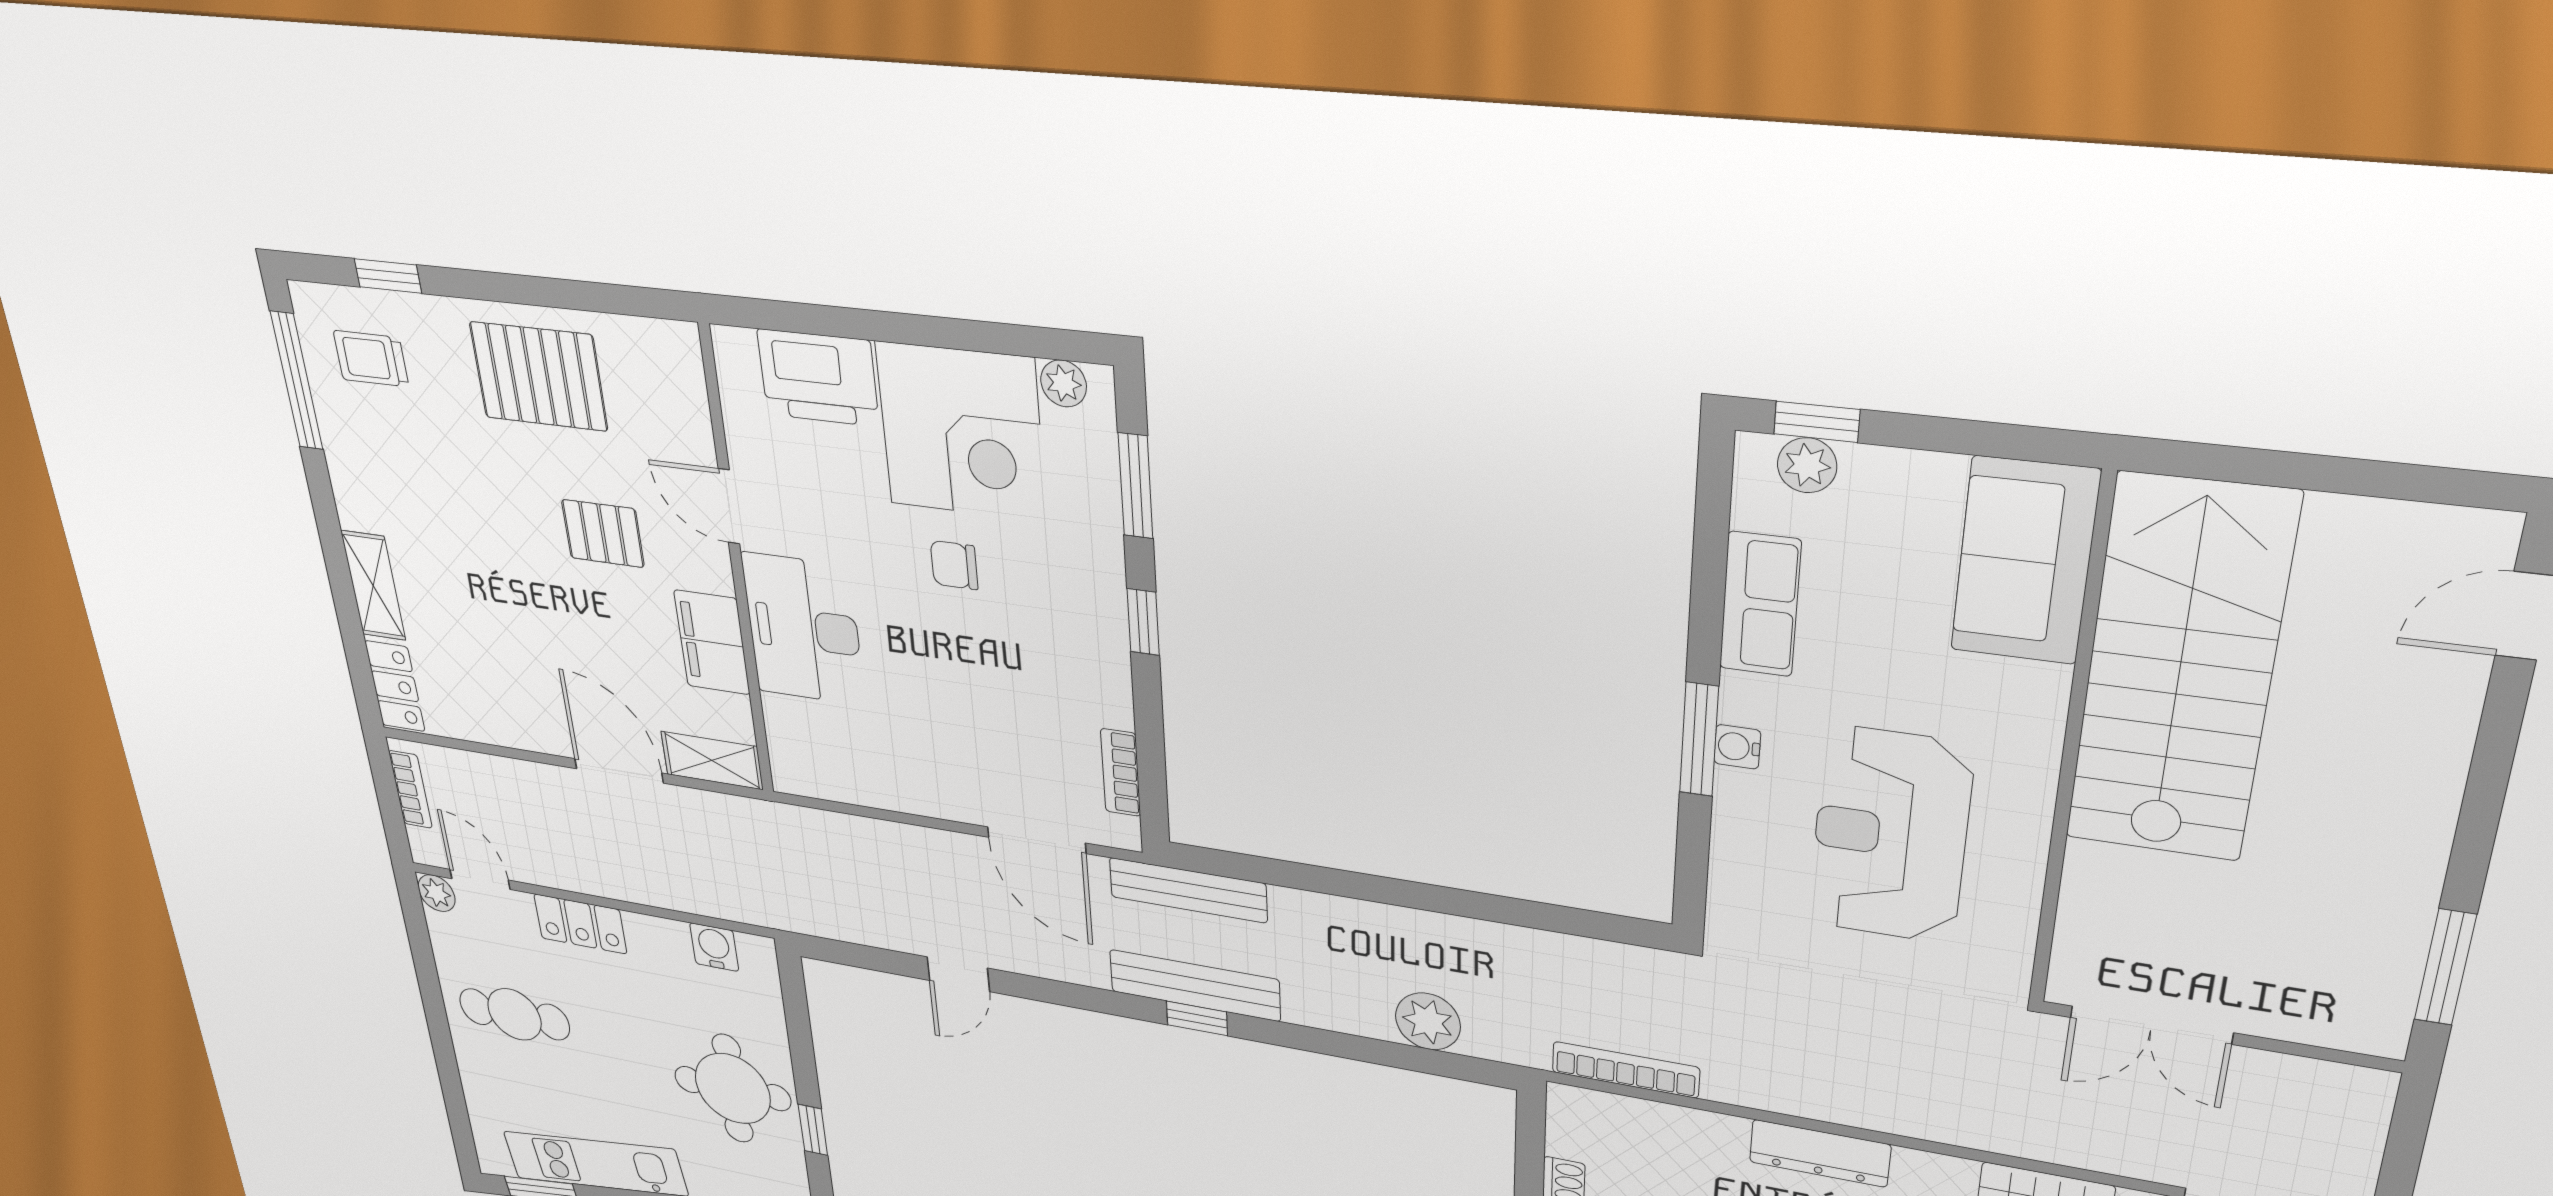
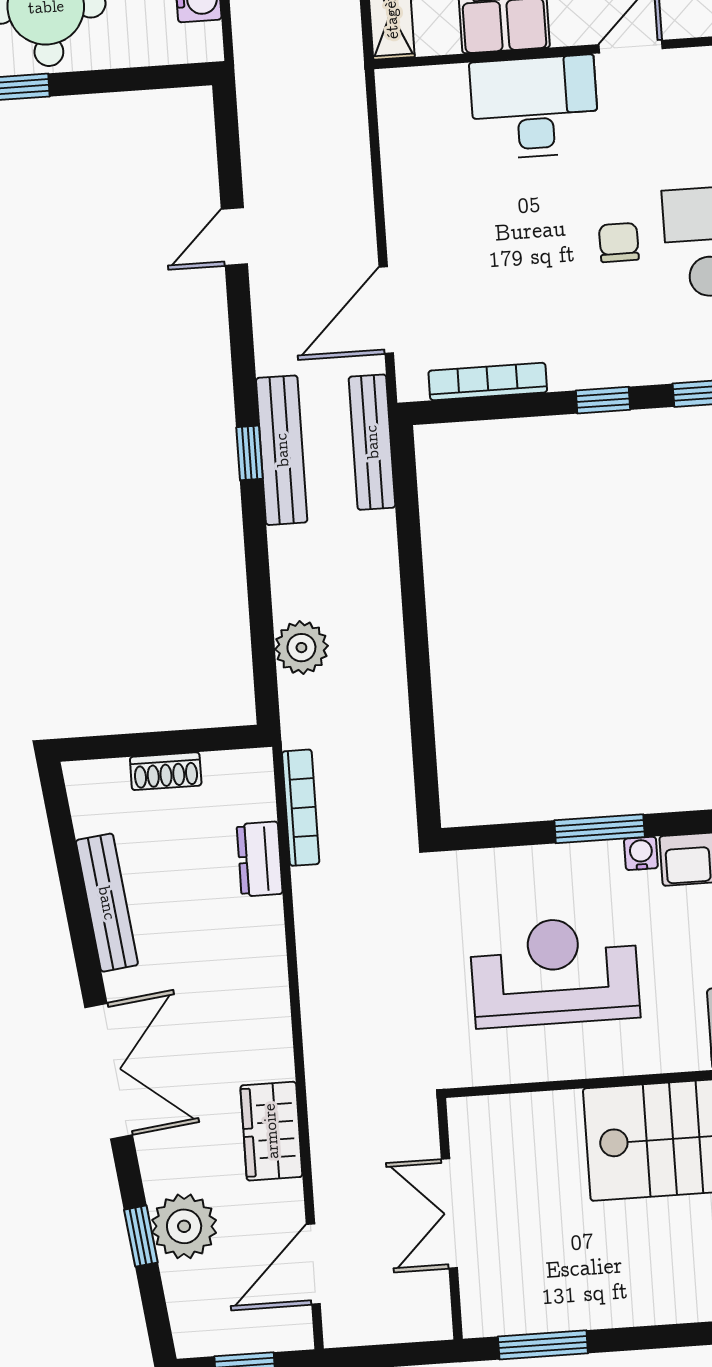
water cooler: (1737, 747) -> (641, 853), moved
bookcase: (1121, 773) -> (488, 382), width x1.56
door: (958, 974) -> (234, 237), hinge flipped
double door: (2151, 1025) -> (449, 1214), moved
dresser: (1820, 1153) -> (260, 859), moved, width x0.70

